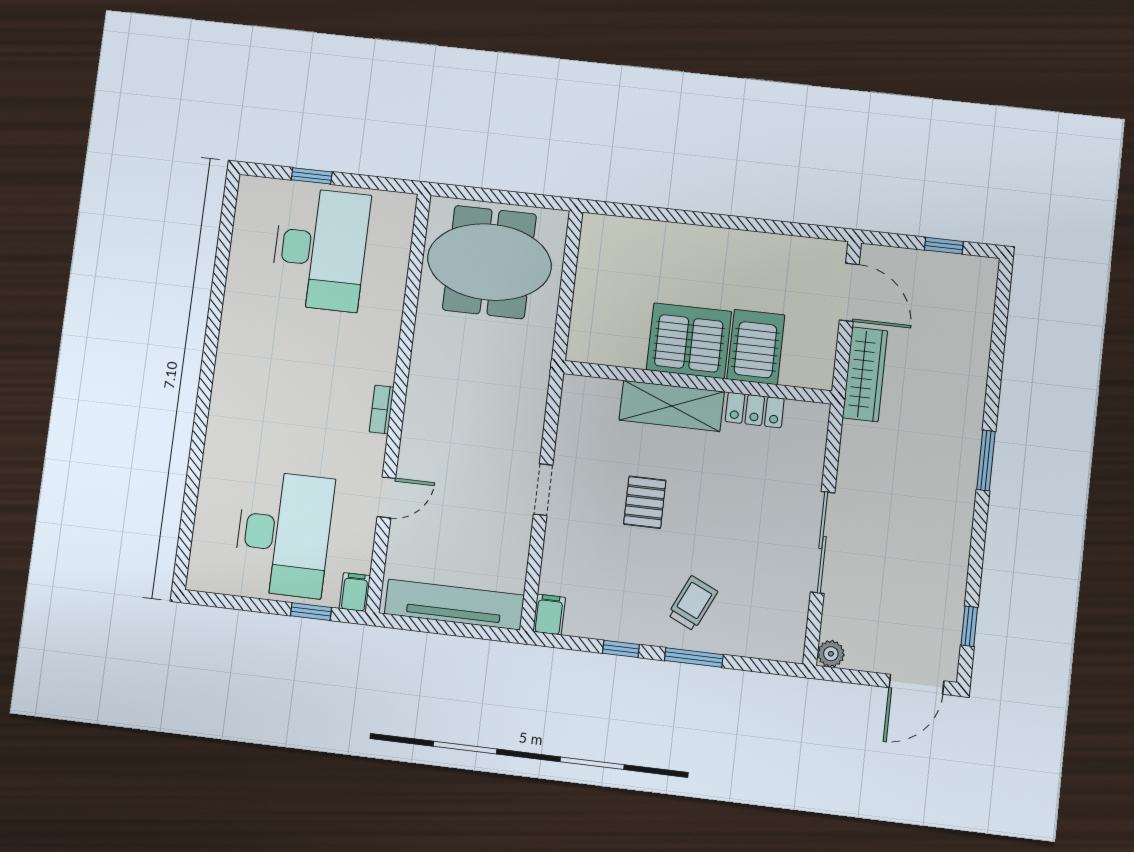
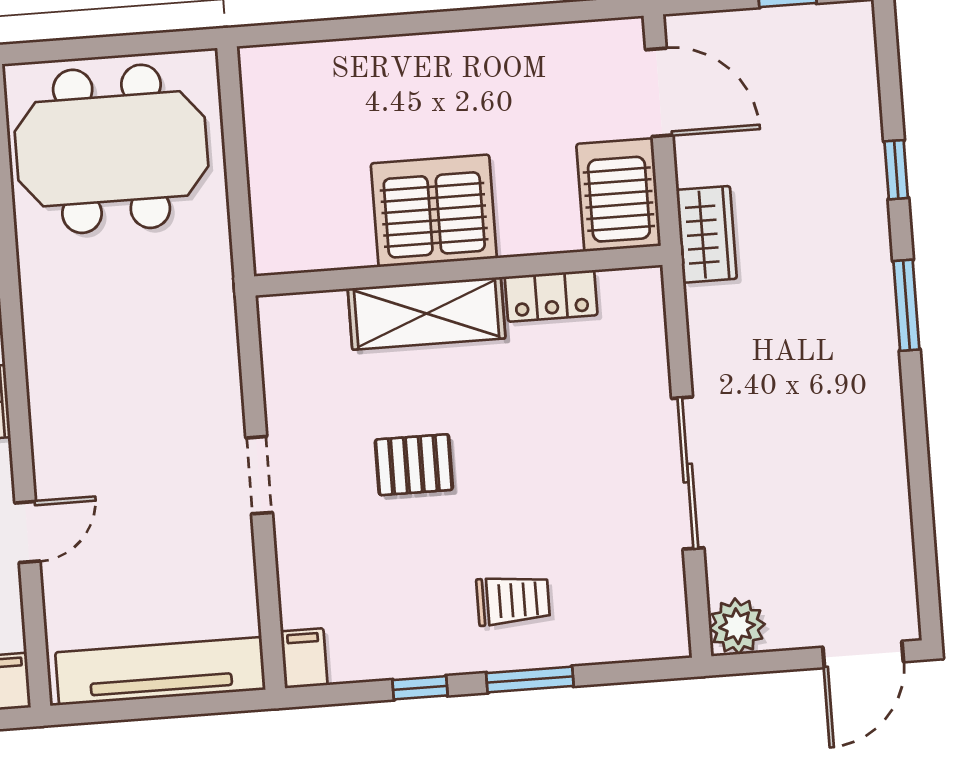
server rack: (756, 347) -> (619, 195), moved
wardrobe: (865, 374) -> (707, 234), width x0.67
pallet: (645, 502) -> (414, 465), turned 90
trolley: (693, 603) -> (513, 600), turned 65
window: (969, 626) -> (896, 170), moved
plant: (831, 654) -> (737, 626), width x1.38, depth x1.38

